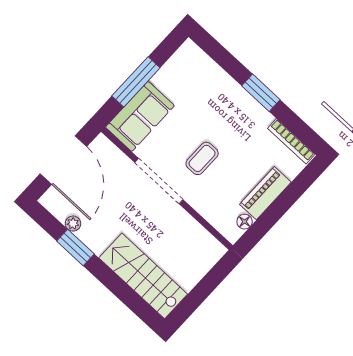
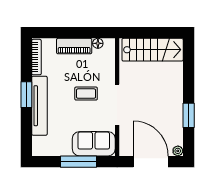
tv unit: (236, 96) -> (39, 106), added
door: (63, 160) -> (151, 162), hinge flipped
plant: (73, 224) -> (178, 151), moved
stairs: (143, 276) -> (153, 50), moved, turned -90

